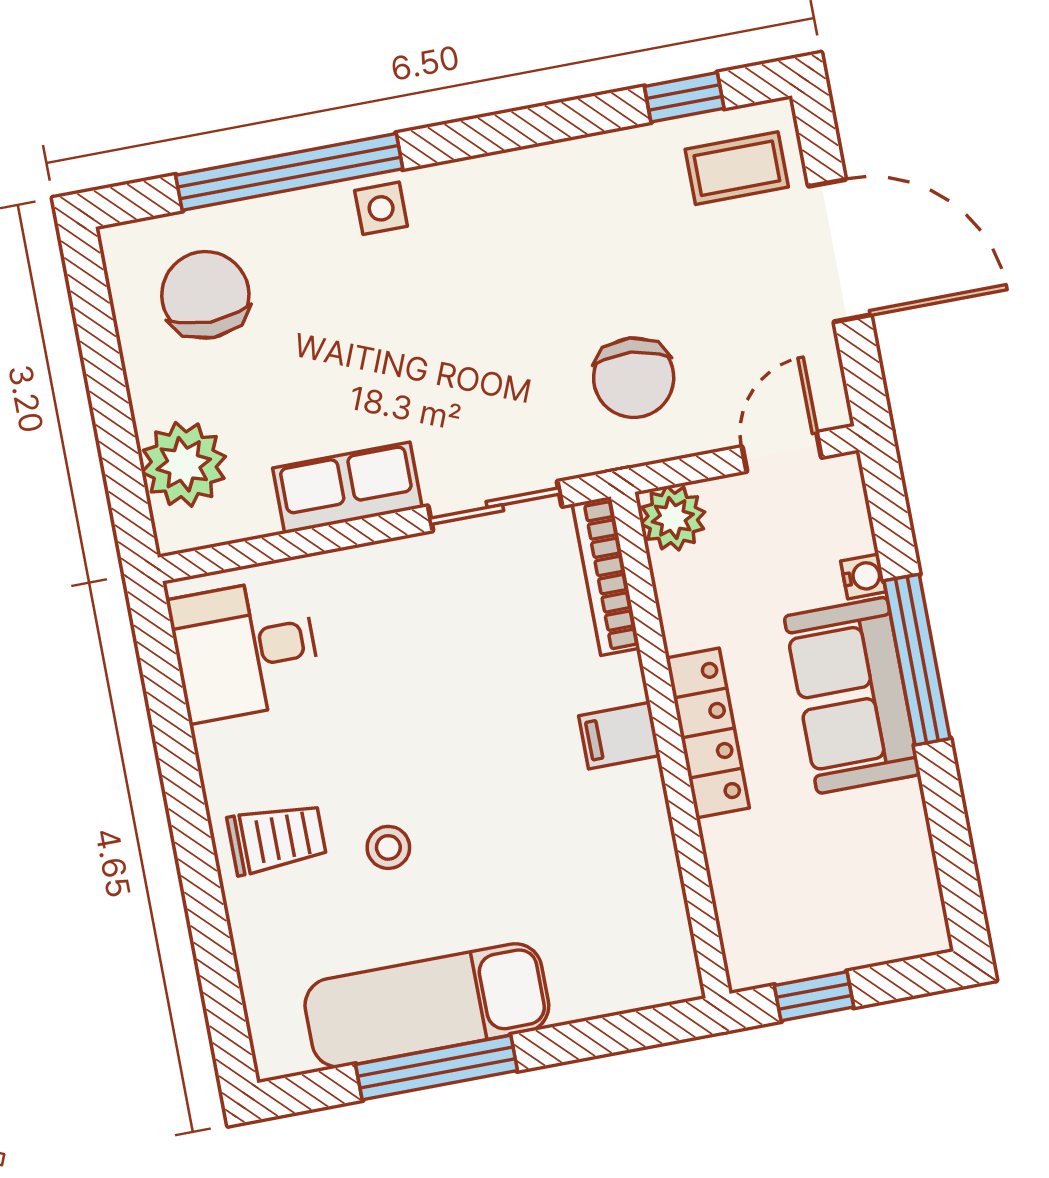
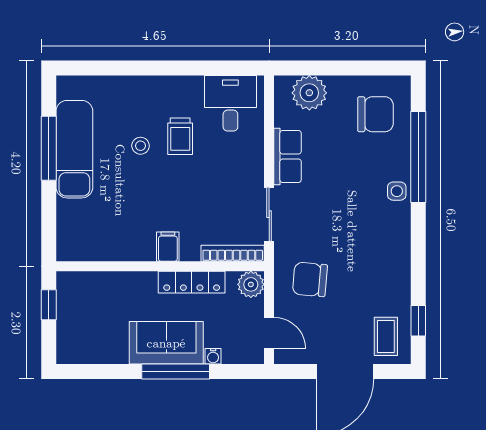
locker: (708, 733) -> (192, 282), moved
trolley: (277, 838) -> (180, 136), moved

